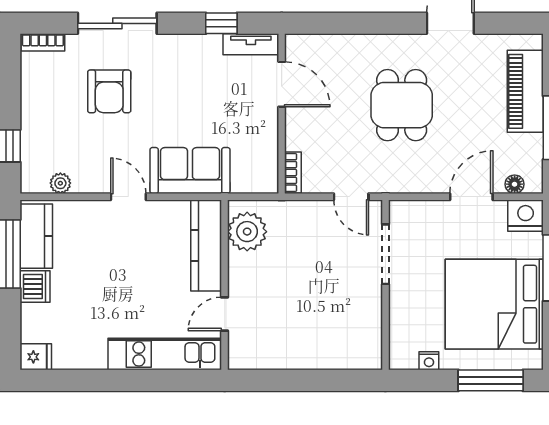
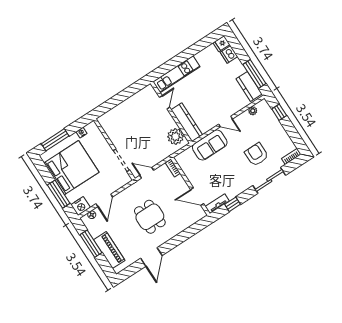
dishwasher: (35, 286) -> (229, 54), moved

